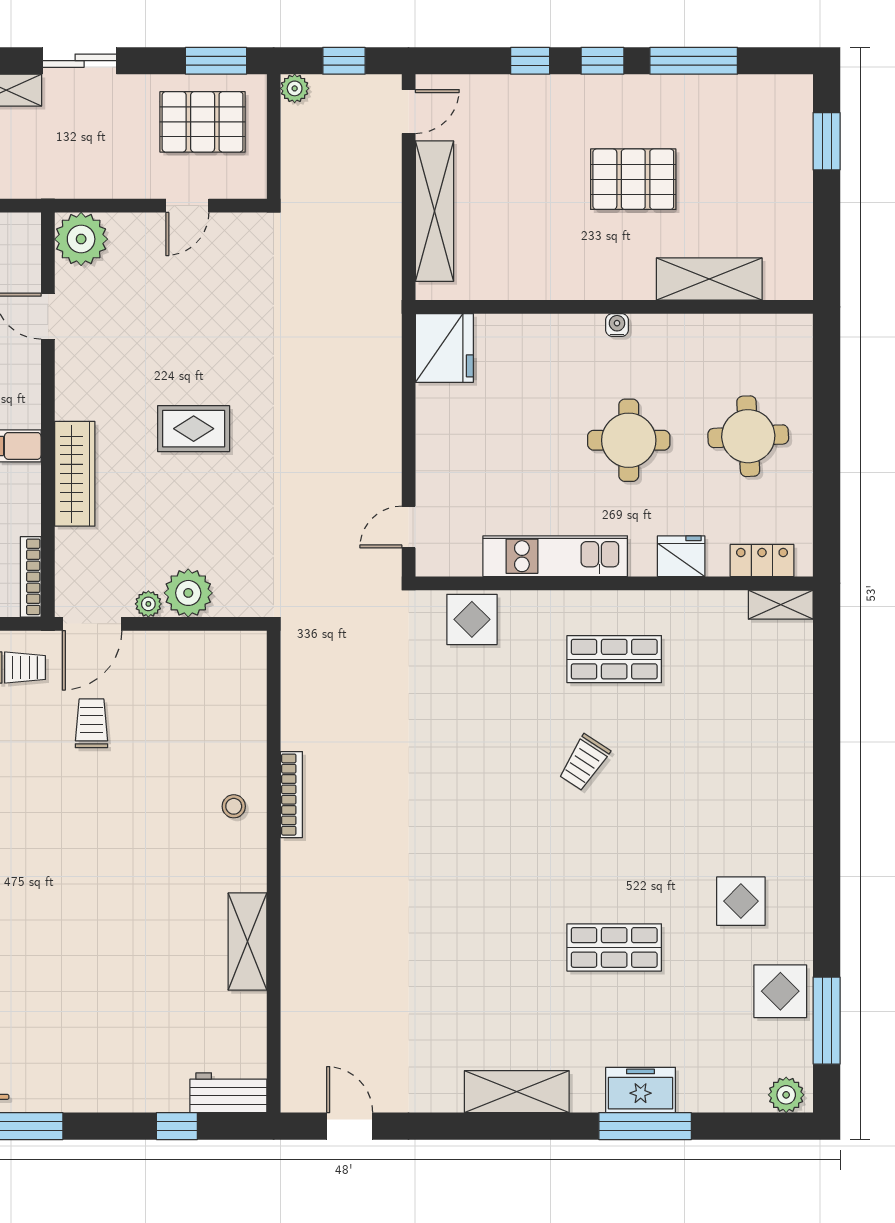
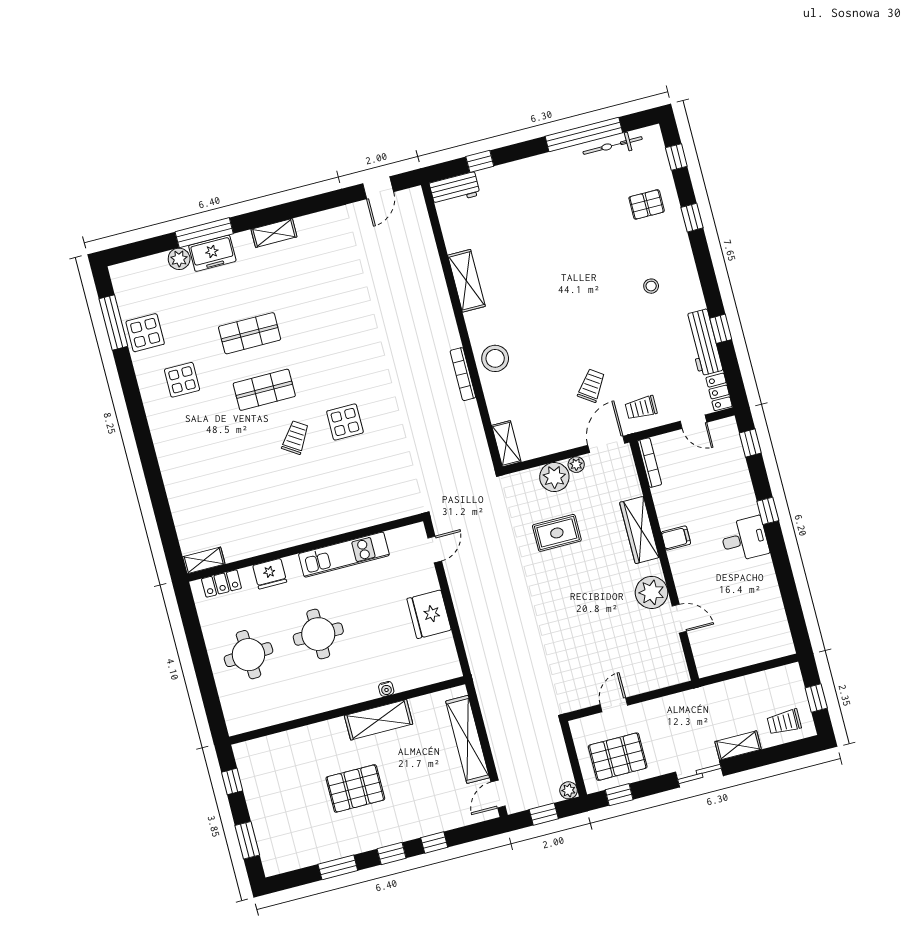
window: (216, 61) -> (619, 795), width x0.67
window: (694, 61) -> (338, 867), width x0.69
plant: (81, 239) -> (652, 592), moved
window: (827, 241) -> (232, 781), added
shelving: (709, 279) -> (379, 720), moved
water cooler: (617, 325) -> (386, 689), moved
fridge: (444, 348) -> (429, 614), moved
rug: (194, 429) -> (557, 533), moved
display table: (472, 619) -> (345, 422), moved
shop shelf: (614, 659) -> (264, 390), moved
shelving: (251, 666) -> (506, 444), added
trolley: (91, 723) -> (591, 386), turned -145
stool: (234, 806) -> (495, 358), width x1.89, depth x1.89
shelving: (517, 1092) -> (274, 233), width x0.67, depth x0.75
plant: (786, 1095) -> (179, 259), moved
door: (350, 1126) -> (378, 188), hinge flipped

